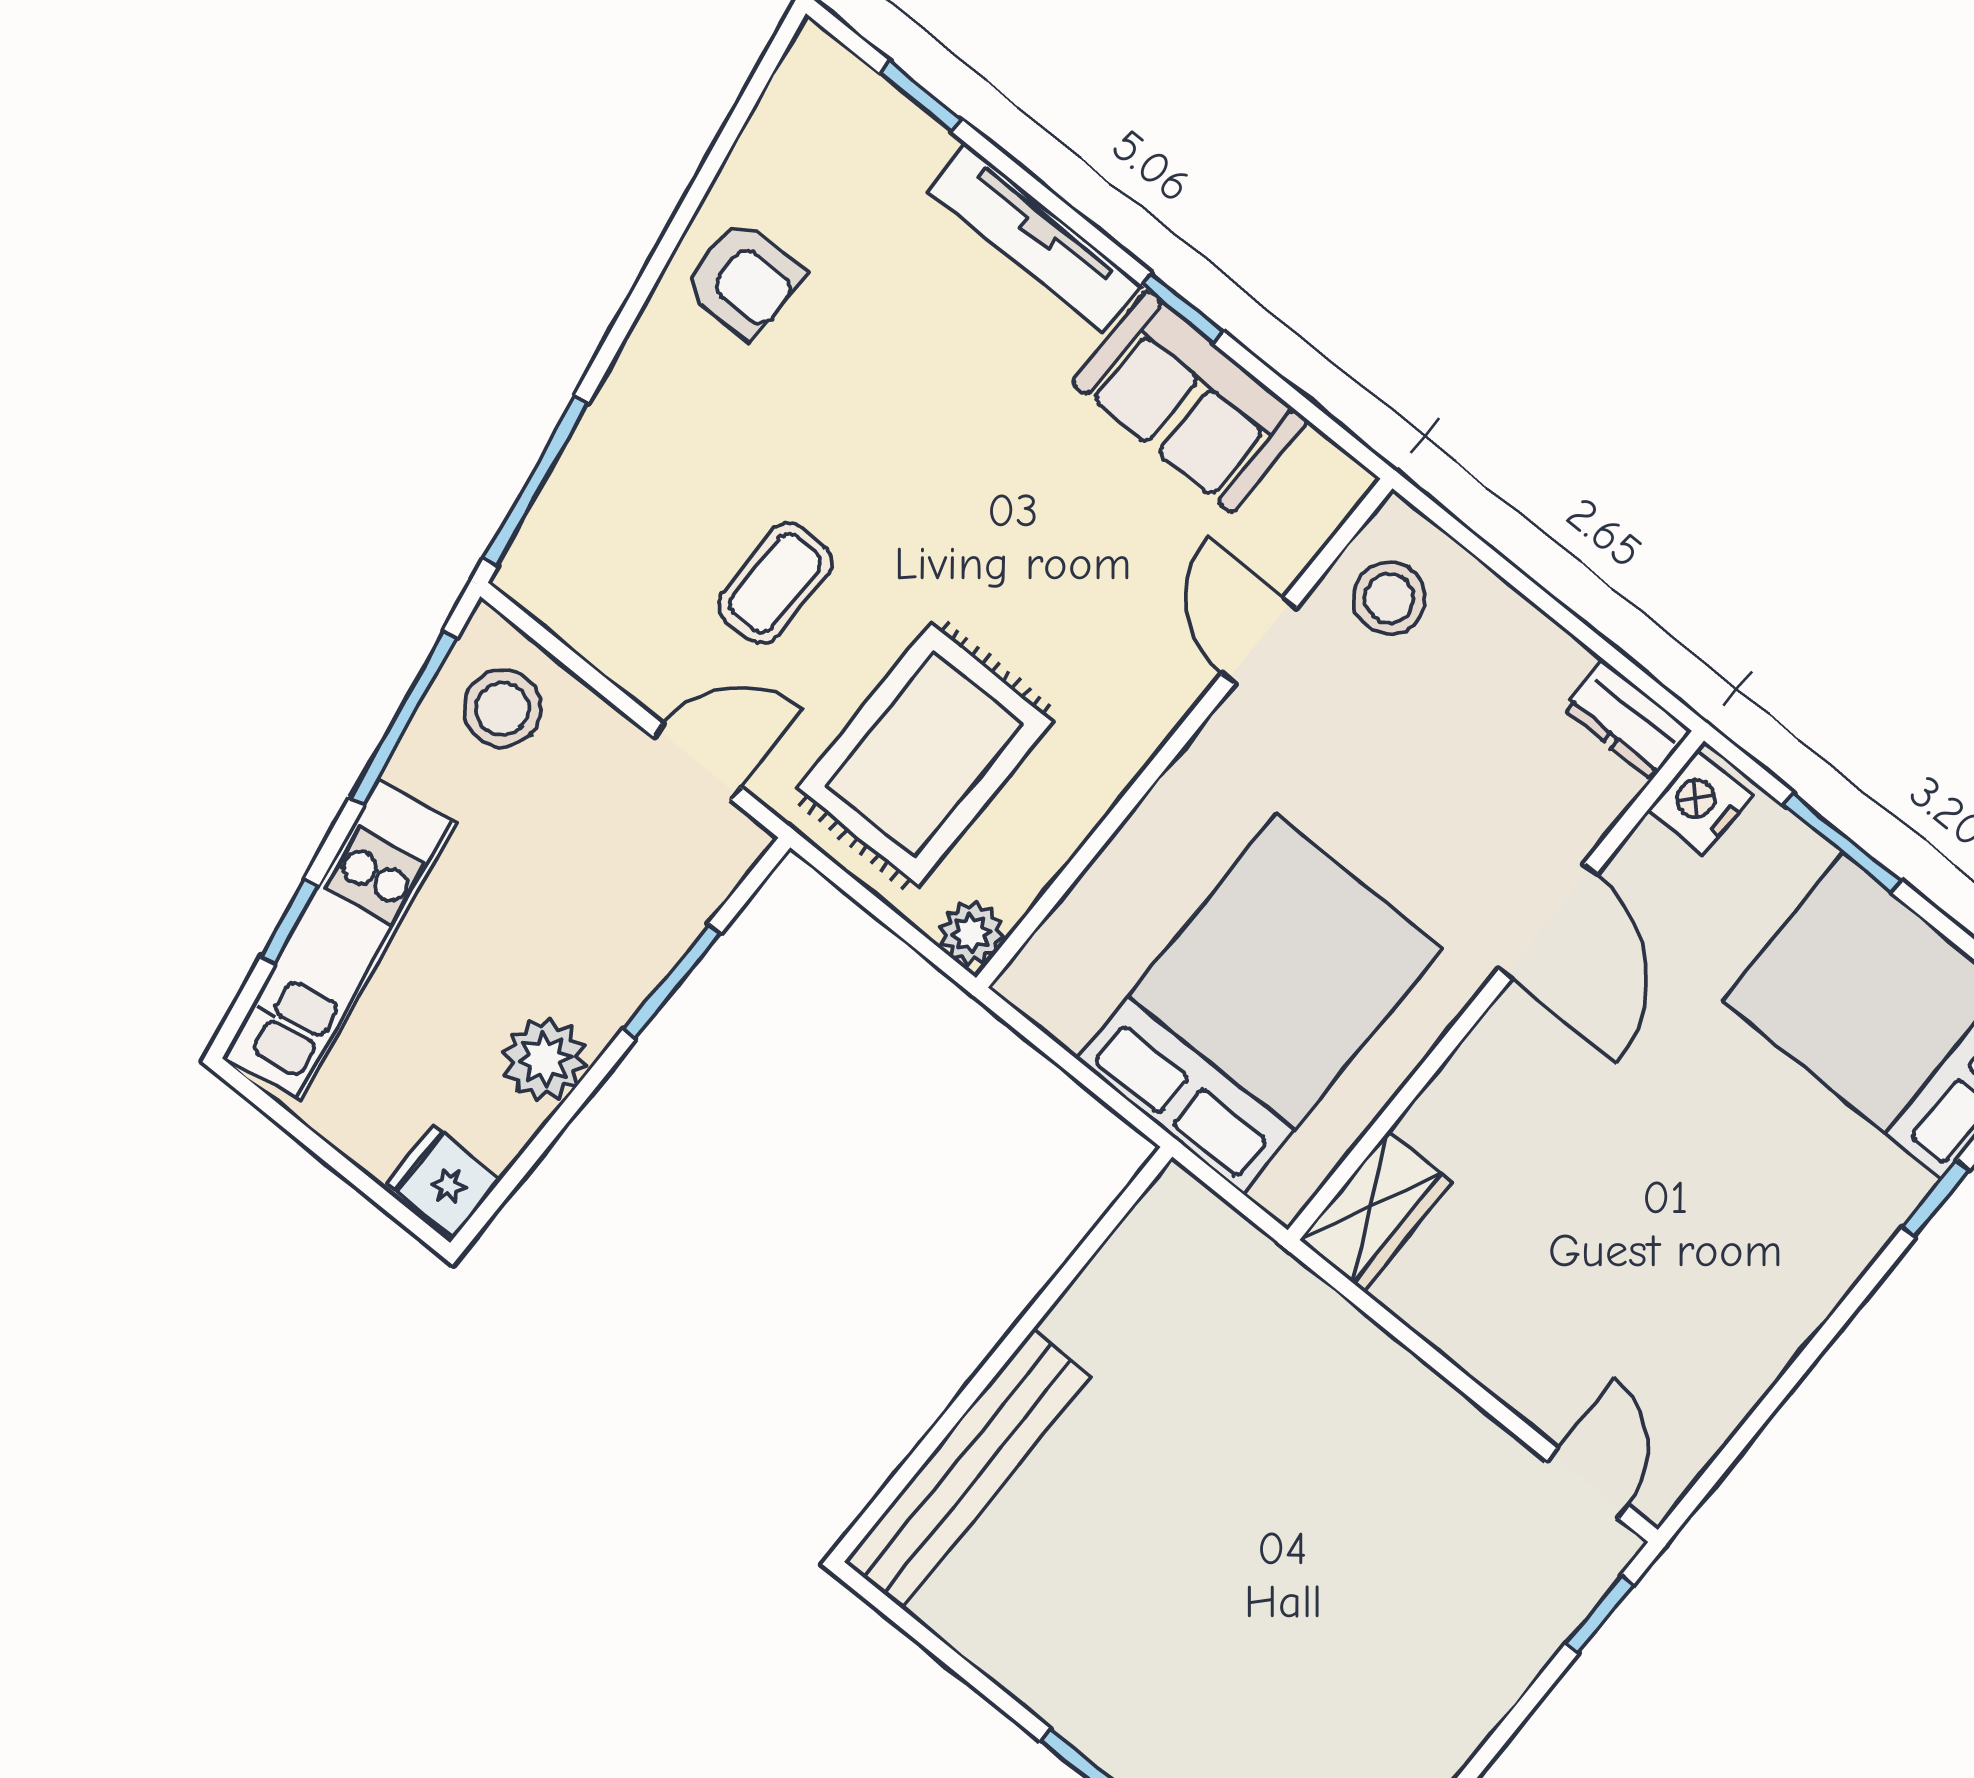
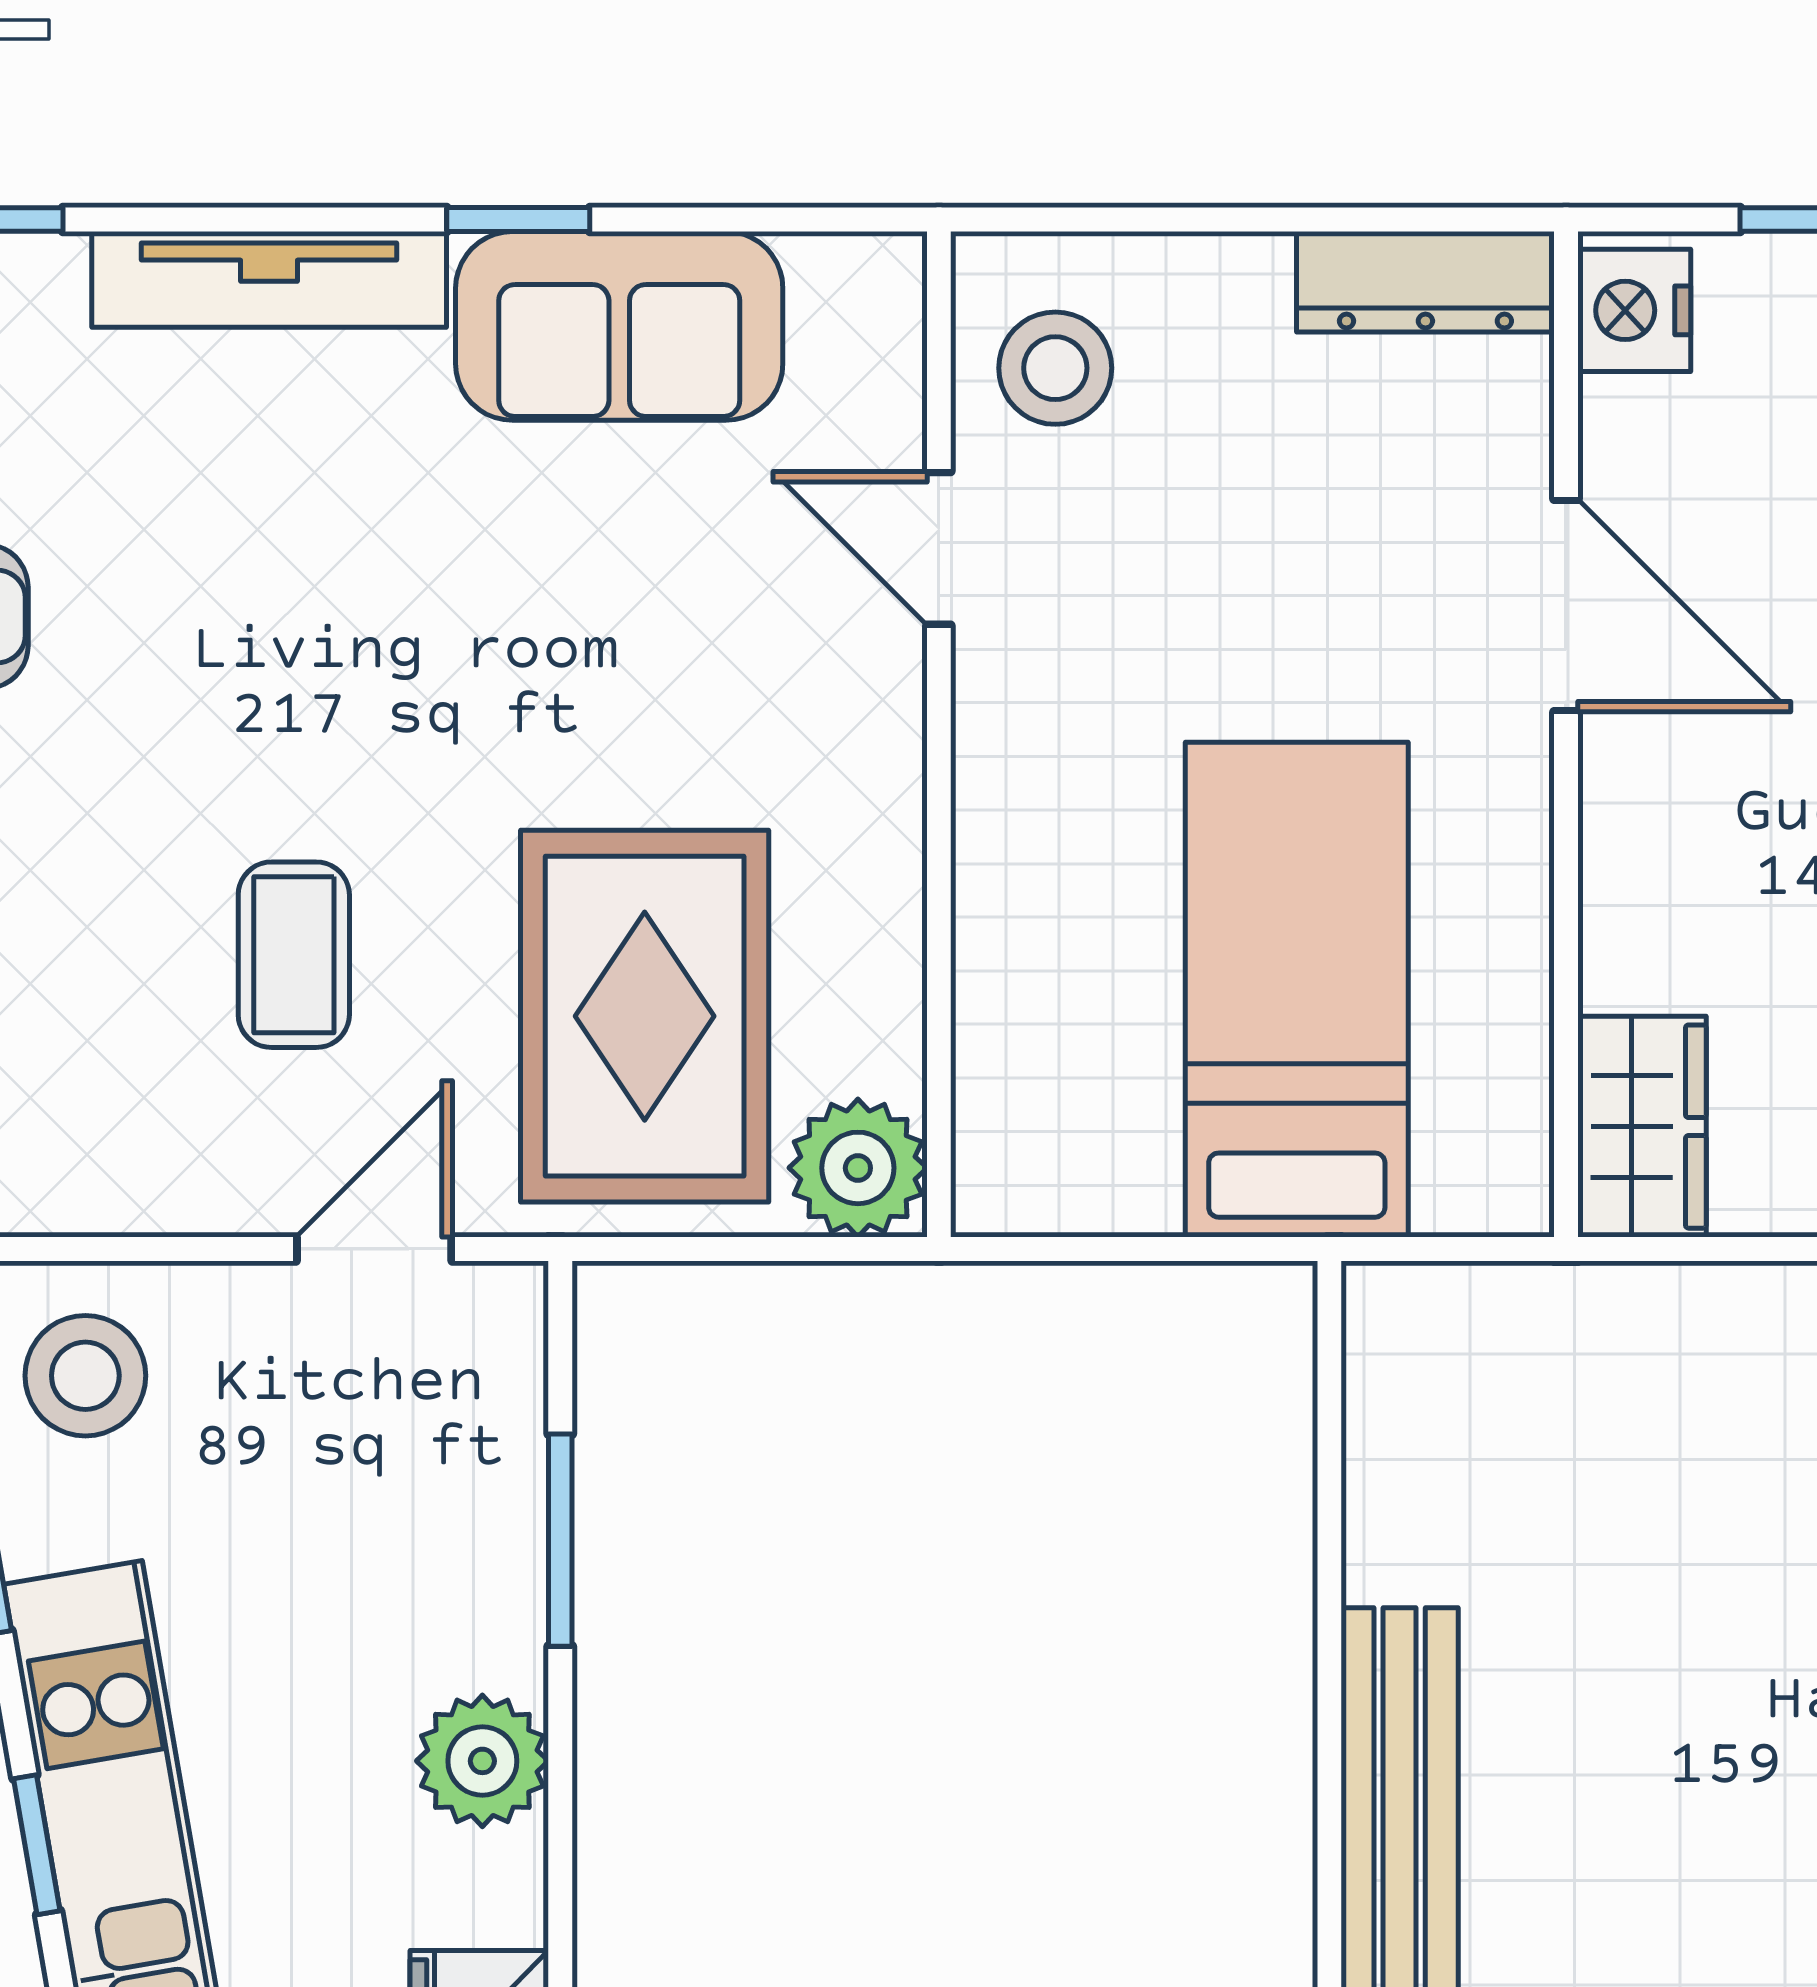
dresser: (1627, 720) -> (1425, 282), width x1.44
plant: (971, 933) -> (858, 1168), width x1.38, depth x1.38
bed: (1259, 1004) -> (1297, 990), width x0.67

